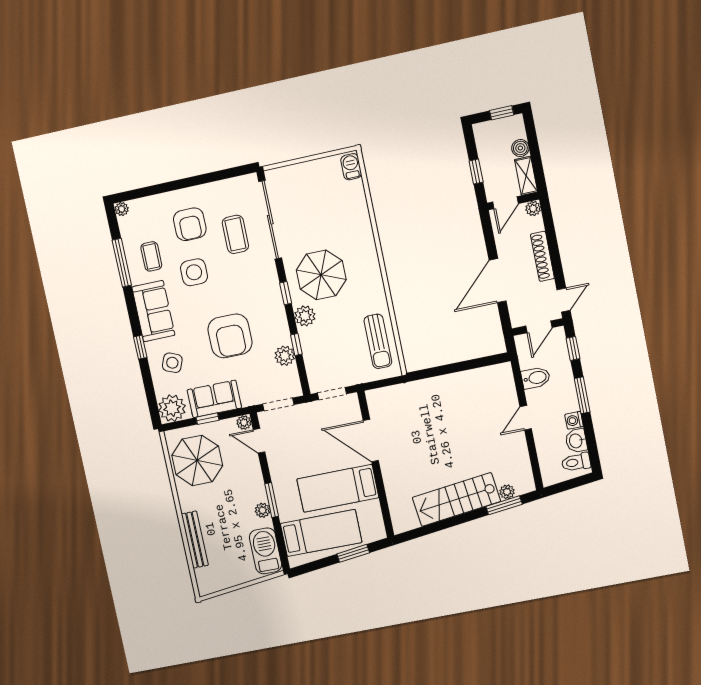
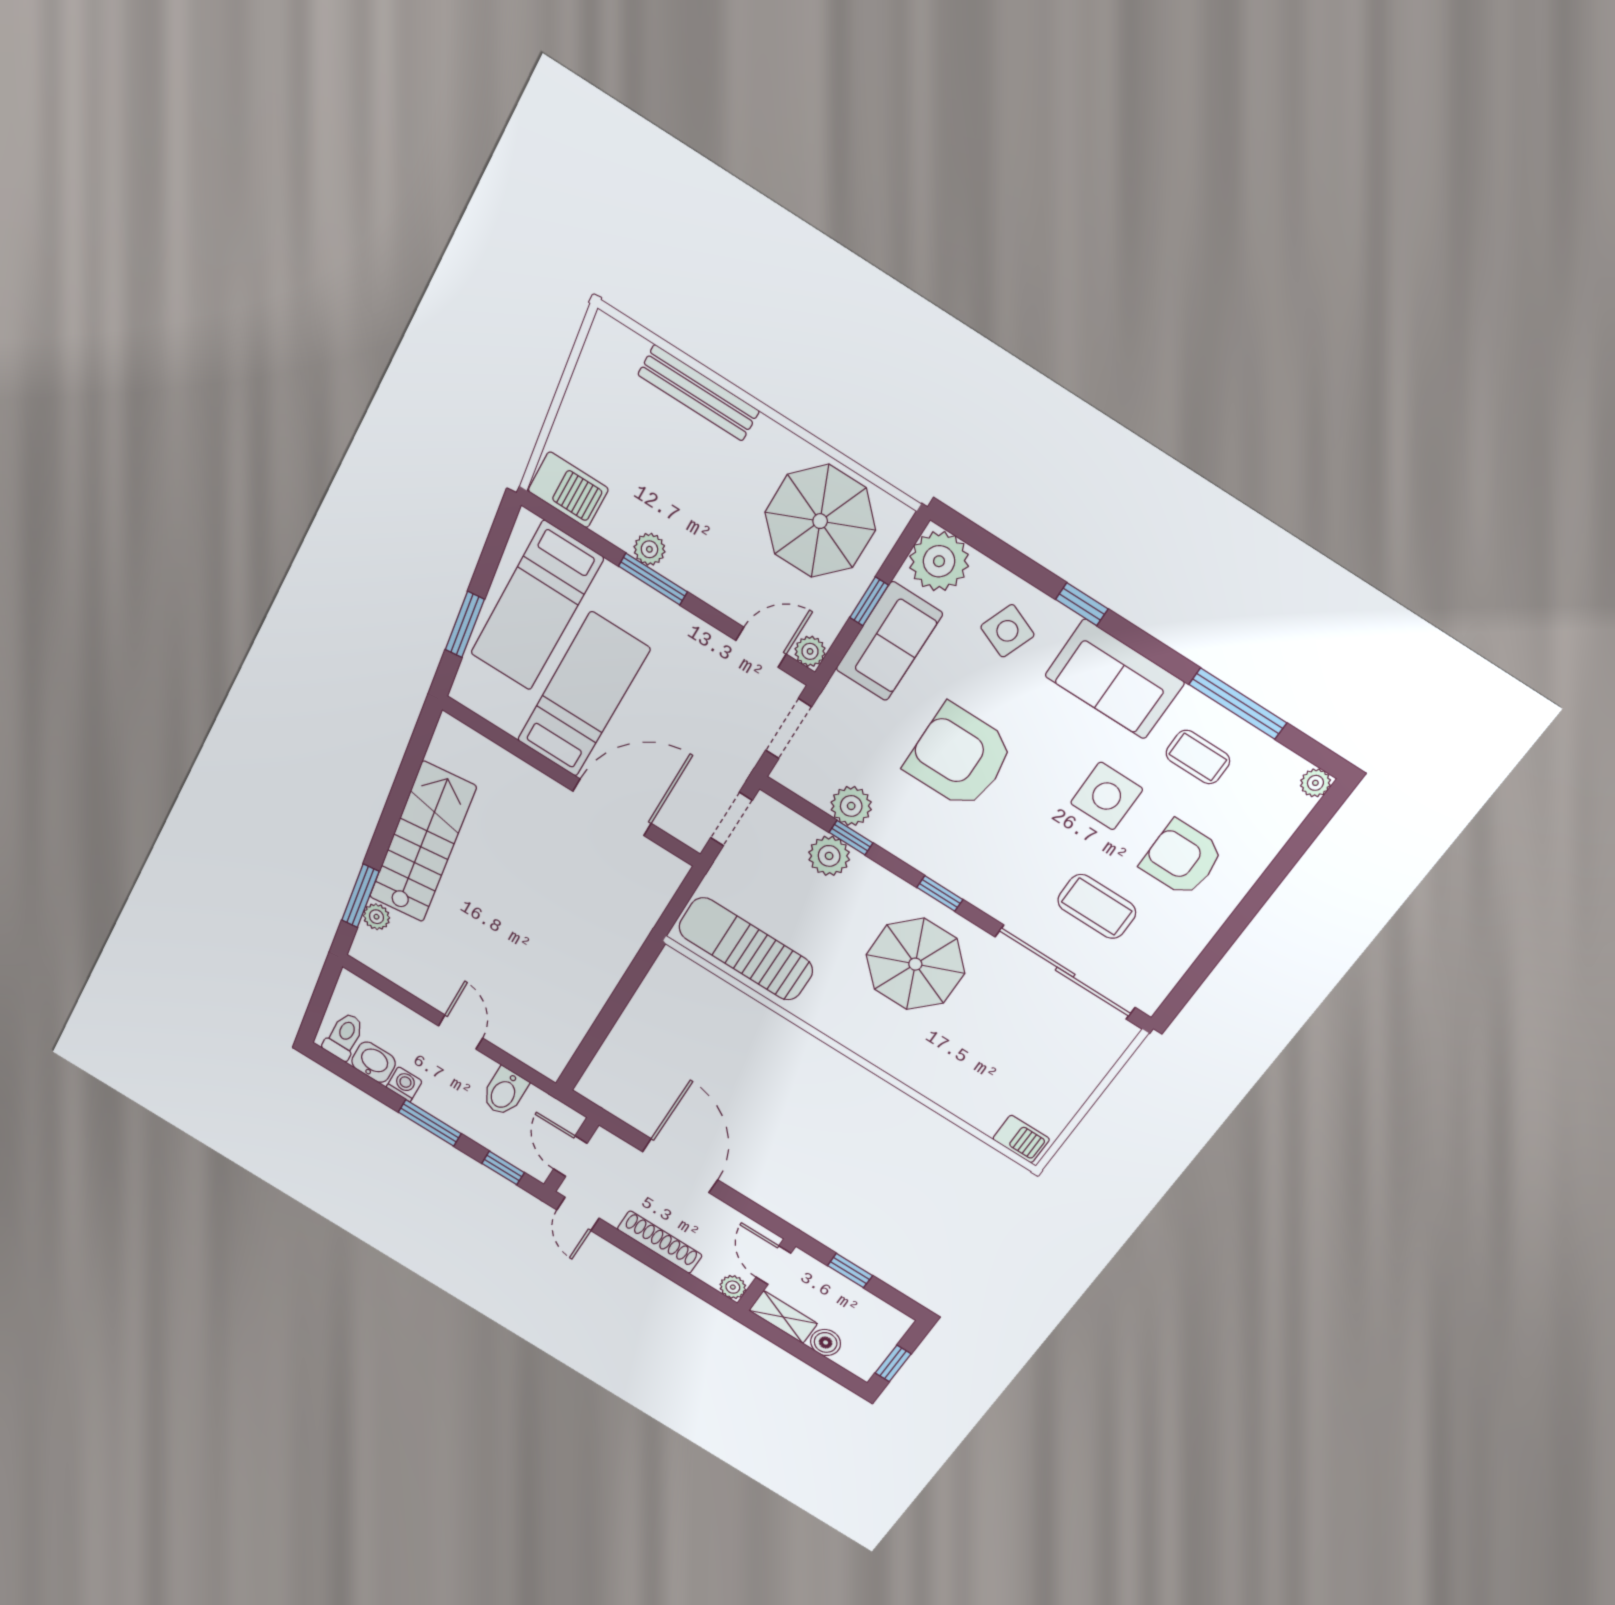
plant: (305, 316) -> (829, 856), moved
sun lounger: (378, 341) -> (746, 949), width x1.36, depth x1.34
barbecue: (266, 551) -> (568, 490), width x0.73, depth x0.83

